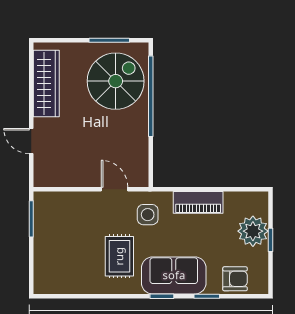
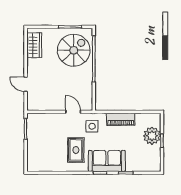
wardrobe: (46, 84) -> (34, 45), width x0.67
armchair: (235, 279) -> (142, 163), removed

